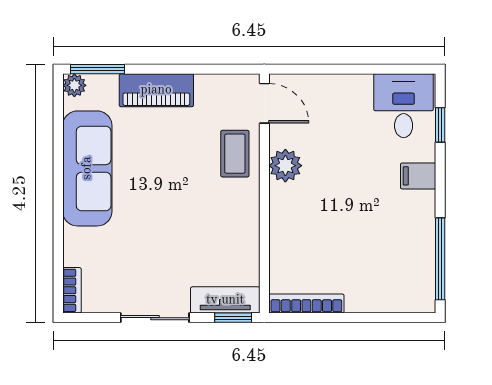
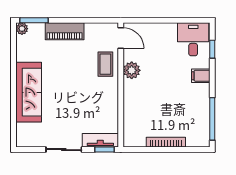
sofa: (87, 168) -> (29, 92), moved
bookcase: (72, 290) -> (21, 135), removed
bookcase: (306, 304) -> (166, 142), moved

